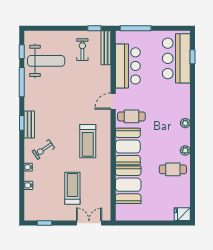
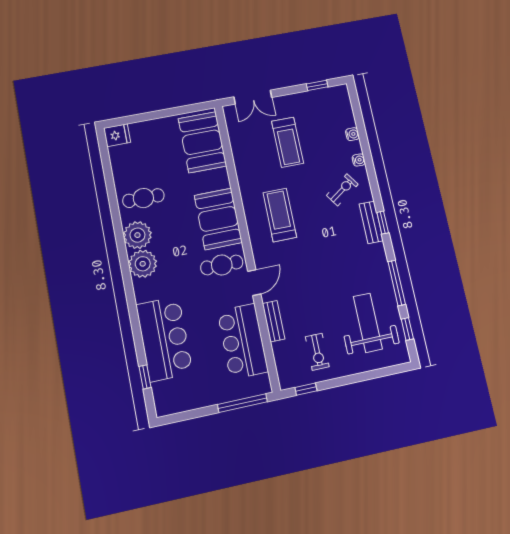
bench: (106, 48) -> (274, 321), moved, width x0.73
bar counter: (176, 58) -> (164, 339), moved
weight bench: (46, 61) -> (368, 323), turned 90
plant: (185, 123) -> (143, 264), width x1.88, depth x1.88
plant: (185, 150) -> (137, 235), width x1.88, depth x1.88
booth: (128, 185) -> (202, 142), moved

